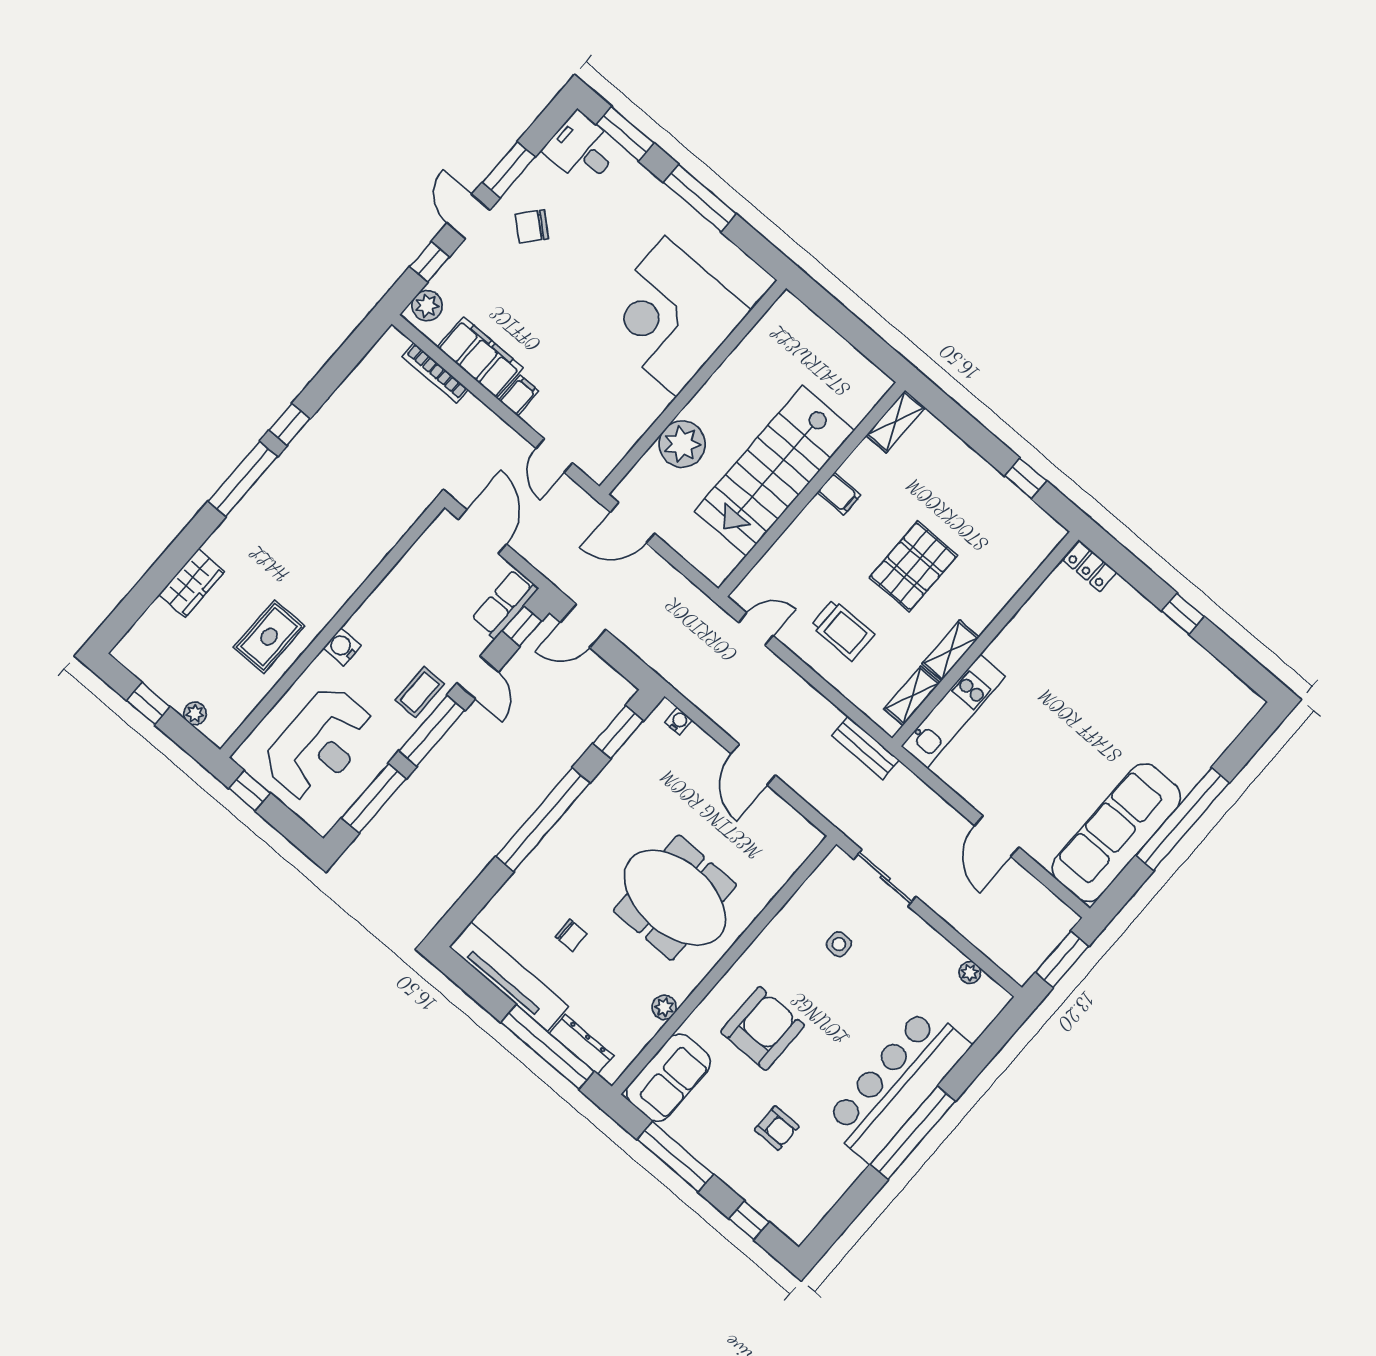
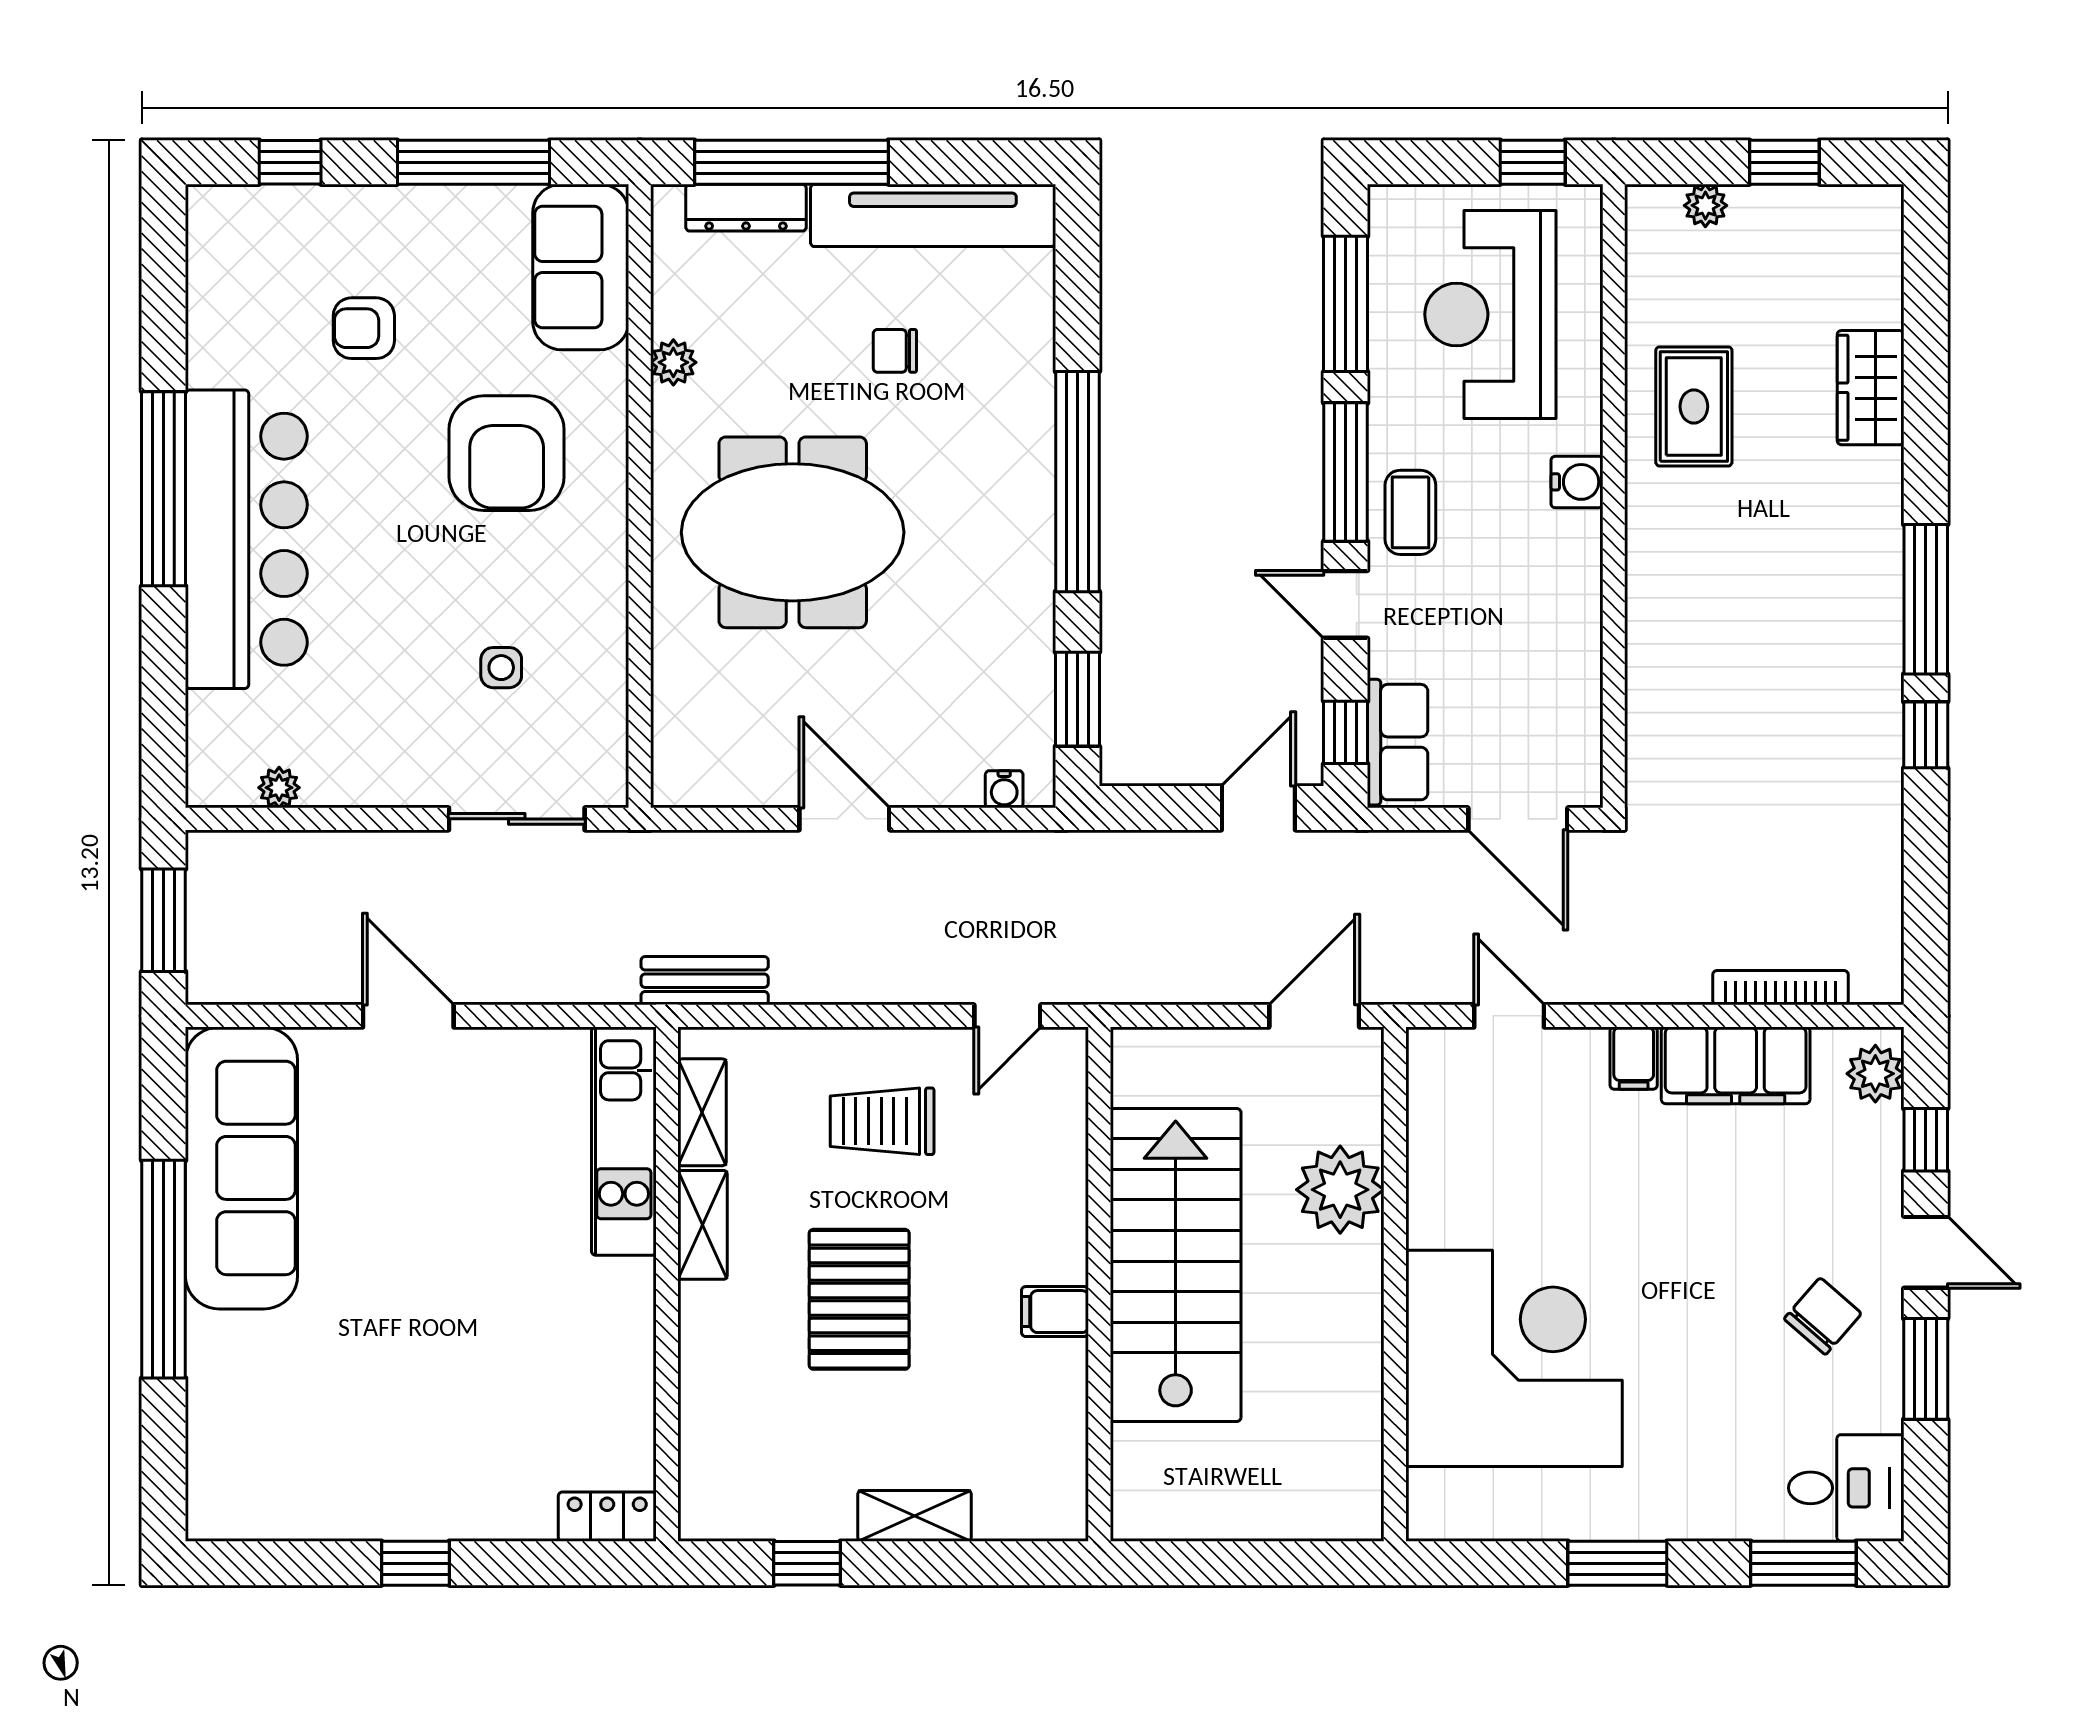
window: (700, 198) -> (1617, 1563), width x0.69
shelving: (896, 421) -> (915, 1516), moved, turned 90

